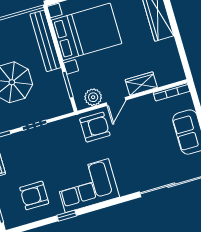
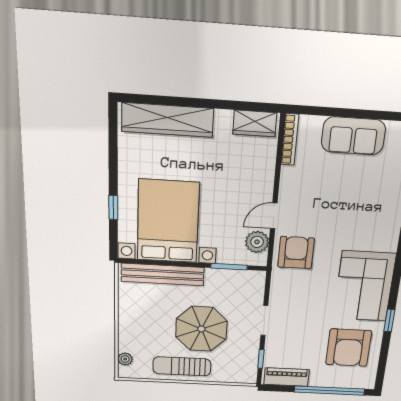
wardrobe: (141, 84) -> (255, 123), moved, turned -90
door: (116, 101) -> (274, 216), swing flipped
armchair: (34, 195) -> (349, 348), width x1.36, depth x1.36

